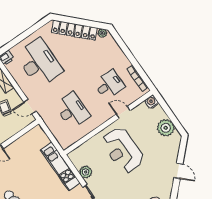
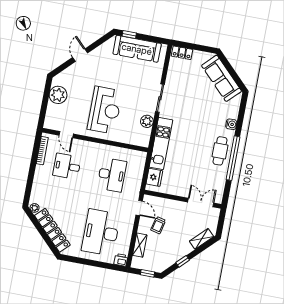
water cooler: (152, 102) -> (49, 123), removed
desk: (72, 110) -> (112, 175), turned 180
door: (123, 112) -> (66, 135), moved
fridge: (41, 139) -> (154, 177), added

